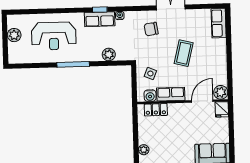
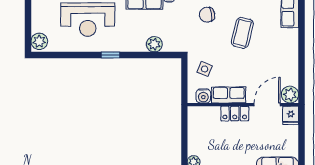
plant: (14, 35) -> (39, 41), moved
coffee table: (184, 53) -> (242, 33), moved
window: (73, 64) -> (110, 55), width x0.46
locker: (156, 110) -> (235, 114), moved

